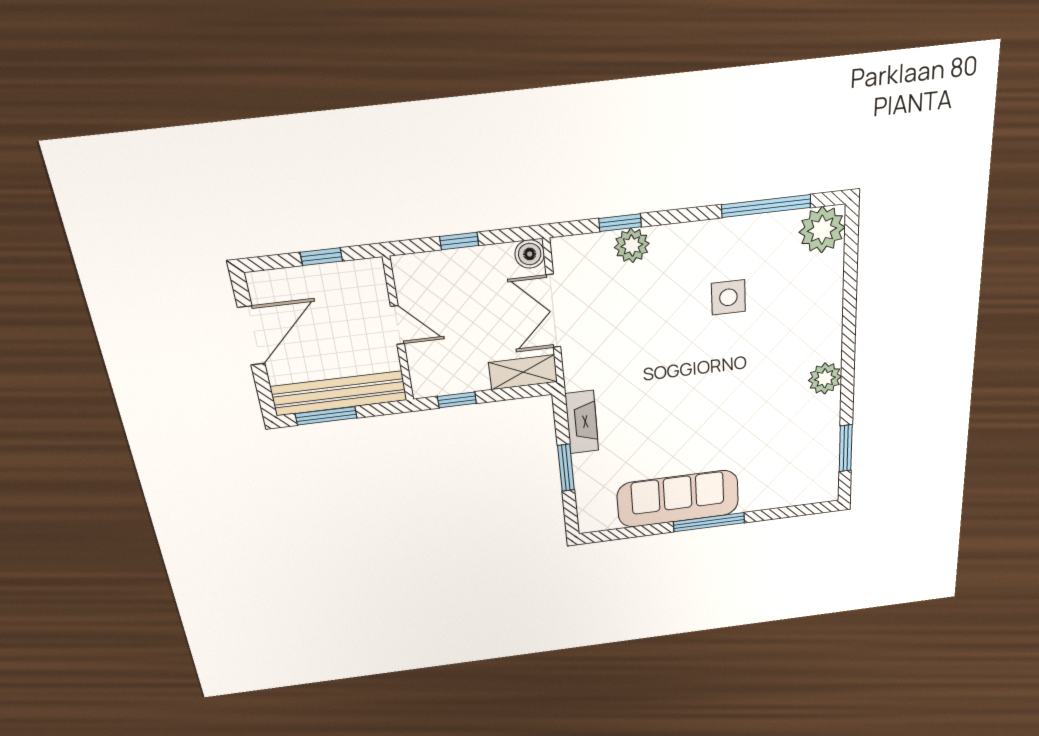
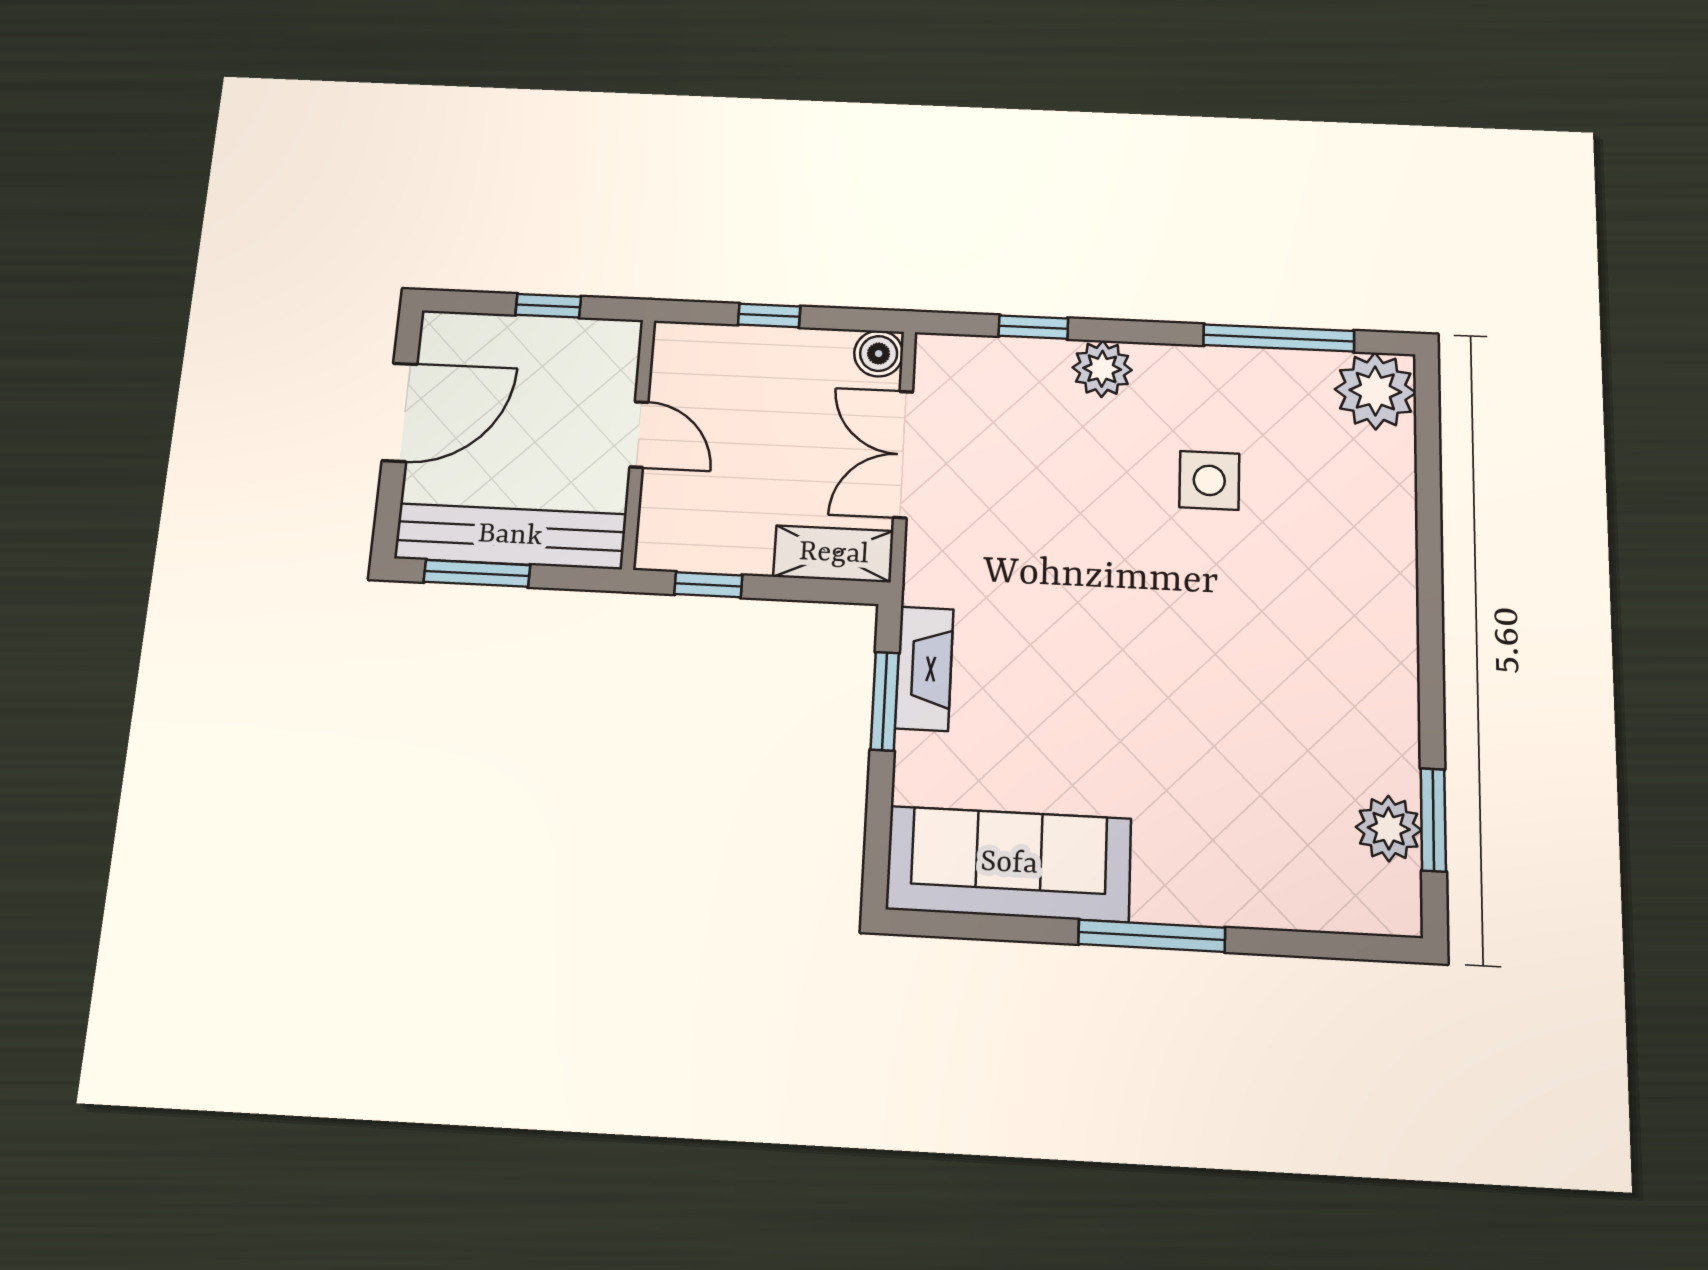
plant: (632, 245) -> (1102, 369), moved
plant: (825, 378) -> (1389, 829), moved
window: (566, 468) -> (885, 701), moved
sofa: (678, 499) -> (1009, 864), moved

